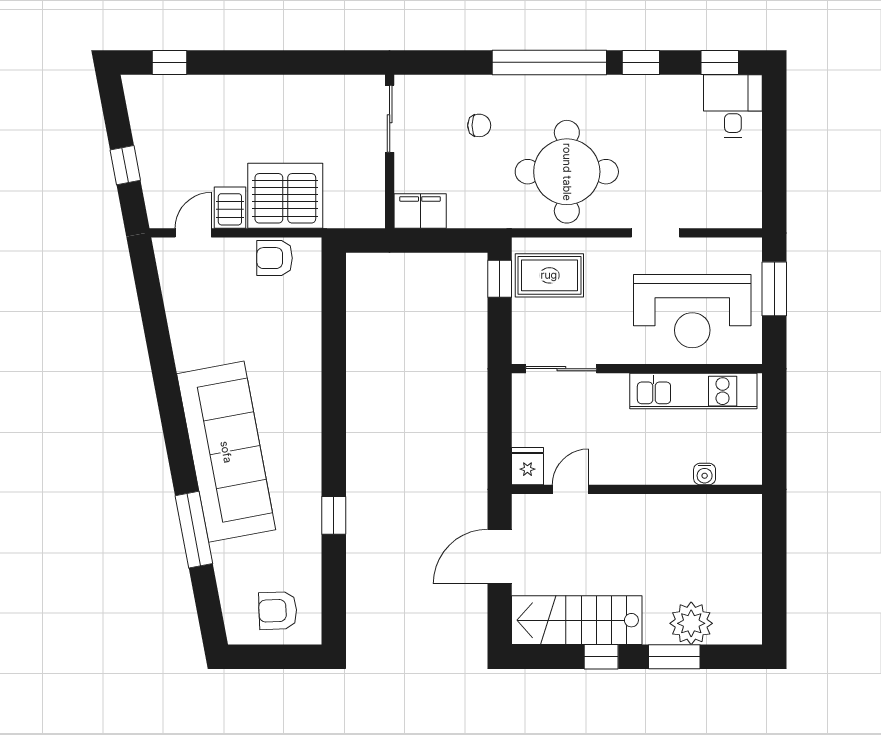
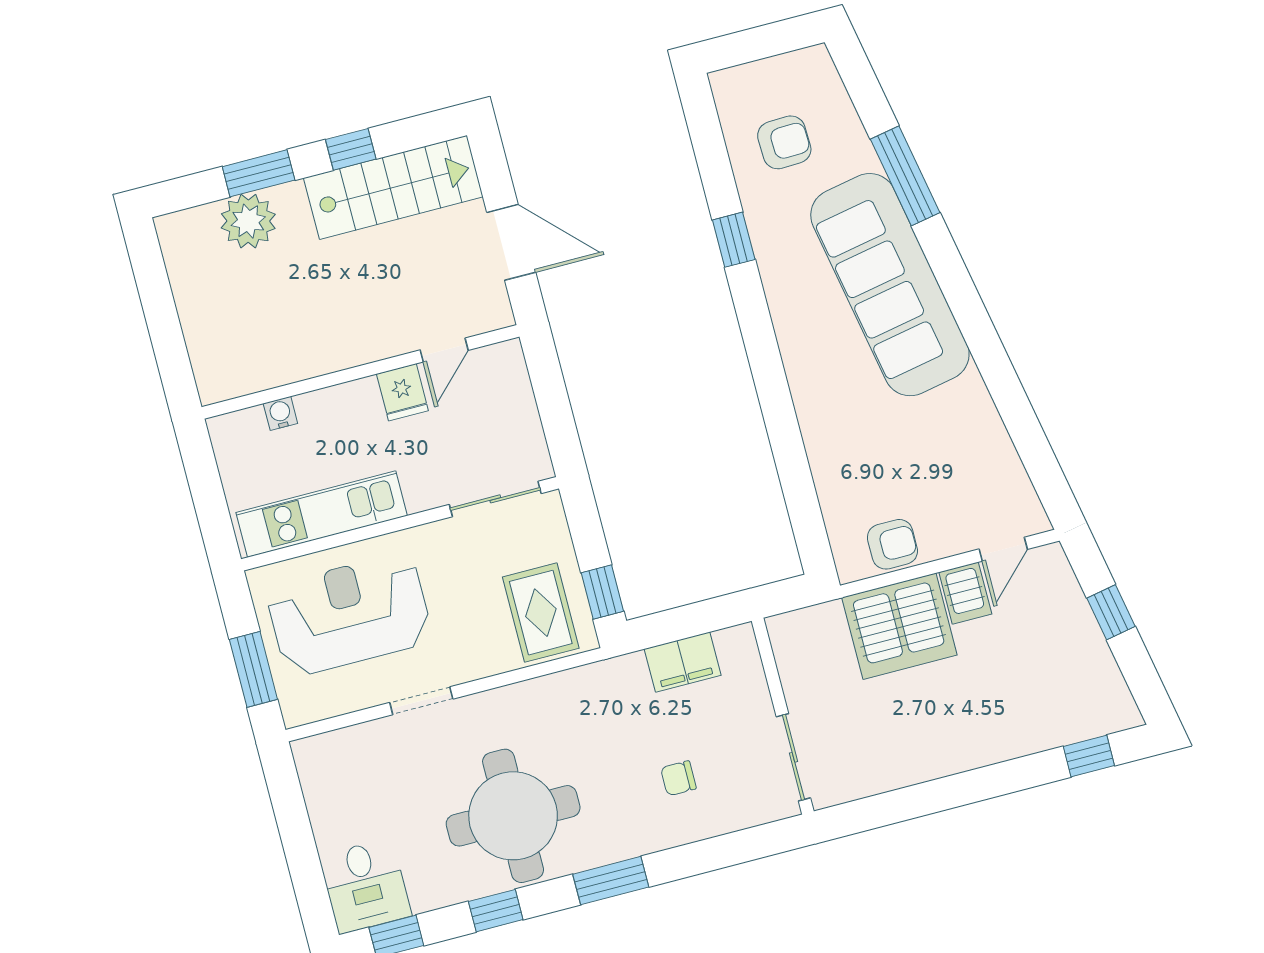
window: (549, 62) -> (611, 881), width x0.47
round table: (567, 172) -> (513, 816), moved
filing cabinet: (420, 211) -> (683, 662), moved
rug: (549, 275) -> (541, 613), turned 90
fridge: (527, 466) -> (402, 392), moved
door: (500, 557) -> (511, 242), hinge flipped
armchair: (278, 611) -> (784, 142), moved

